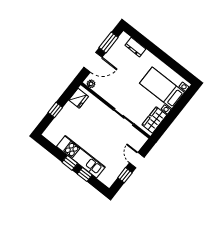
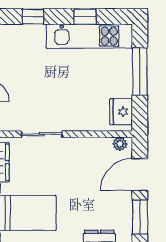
window: (55, 110) -> (140, 71), width x2.17
kitchen unit: (81, 157) -> (89, 36), moved
window: (70, 163) -> (85, 17), moved

